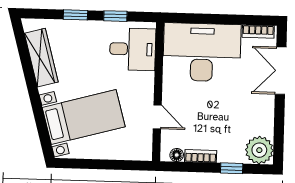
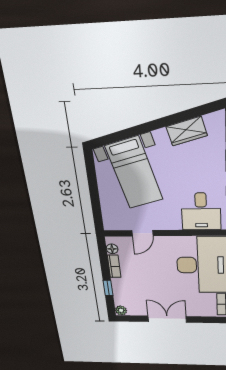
wardrobe: (41, 58) -> (187, 131), width x0.67
double door: (281, 71) -> (167, 319), moved
plant: (259, 150) -> (121, 310), width x0.53, depth x0.53

